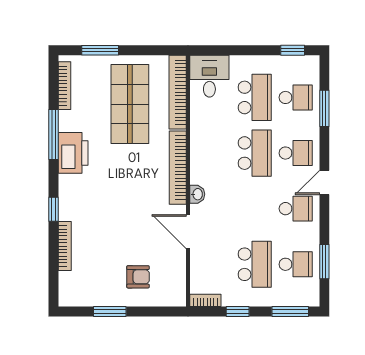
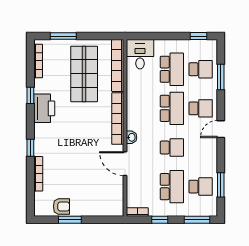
window: (54, 134) -> (30, 95), width x0.46
school desk: (296, 209) -> (172, 147), moved
armchair: (138, 277) -> (61, 206), moved

